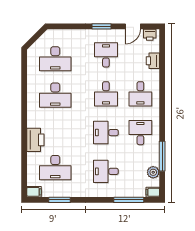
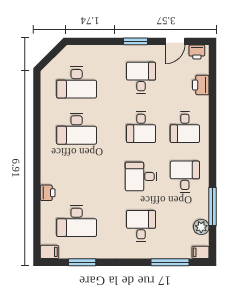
printer: (35, 140) -> (48, 193), width x0.53, depth x0.68
desk: (106, 171) -> (141, 226), turned 90

